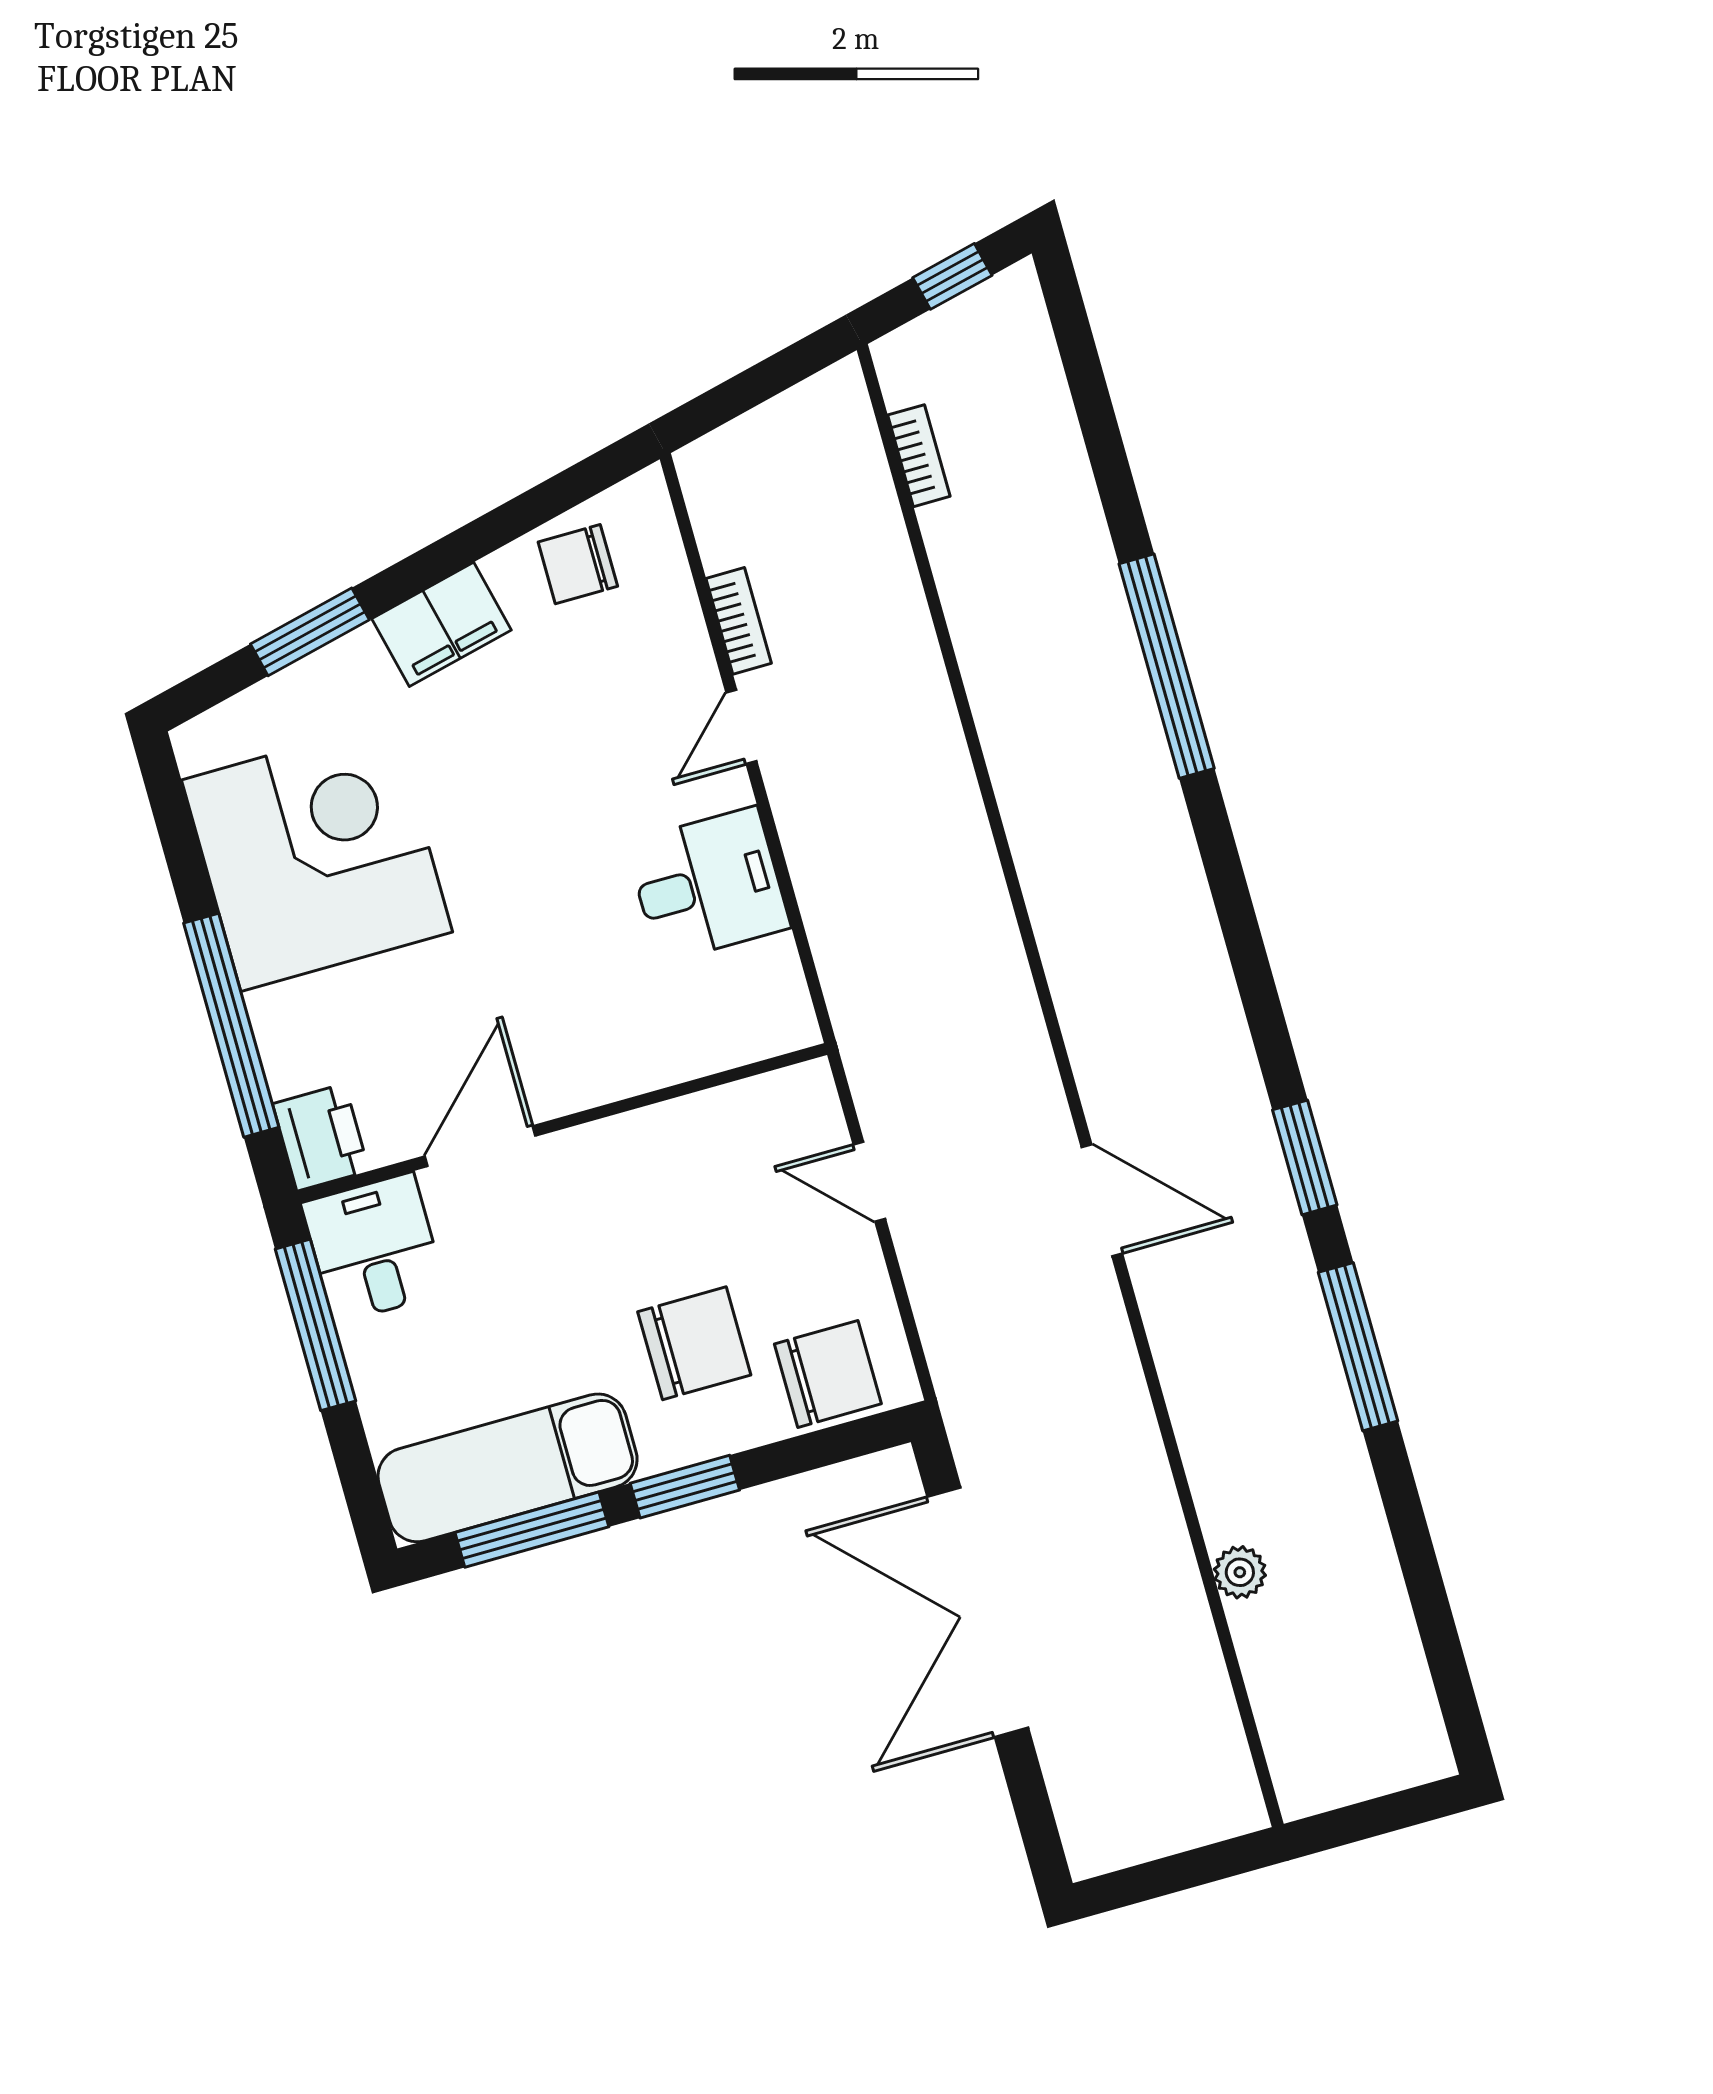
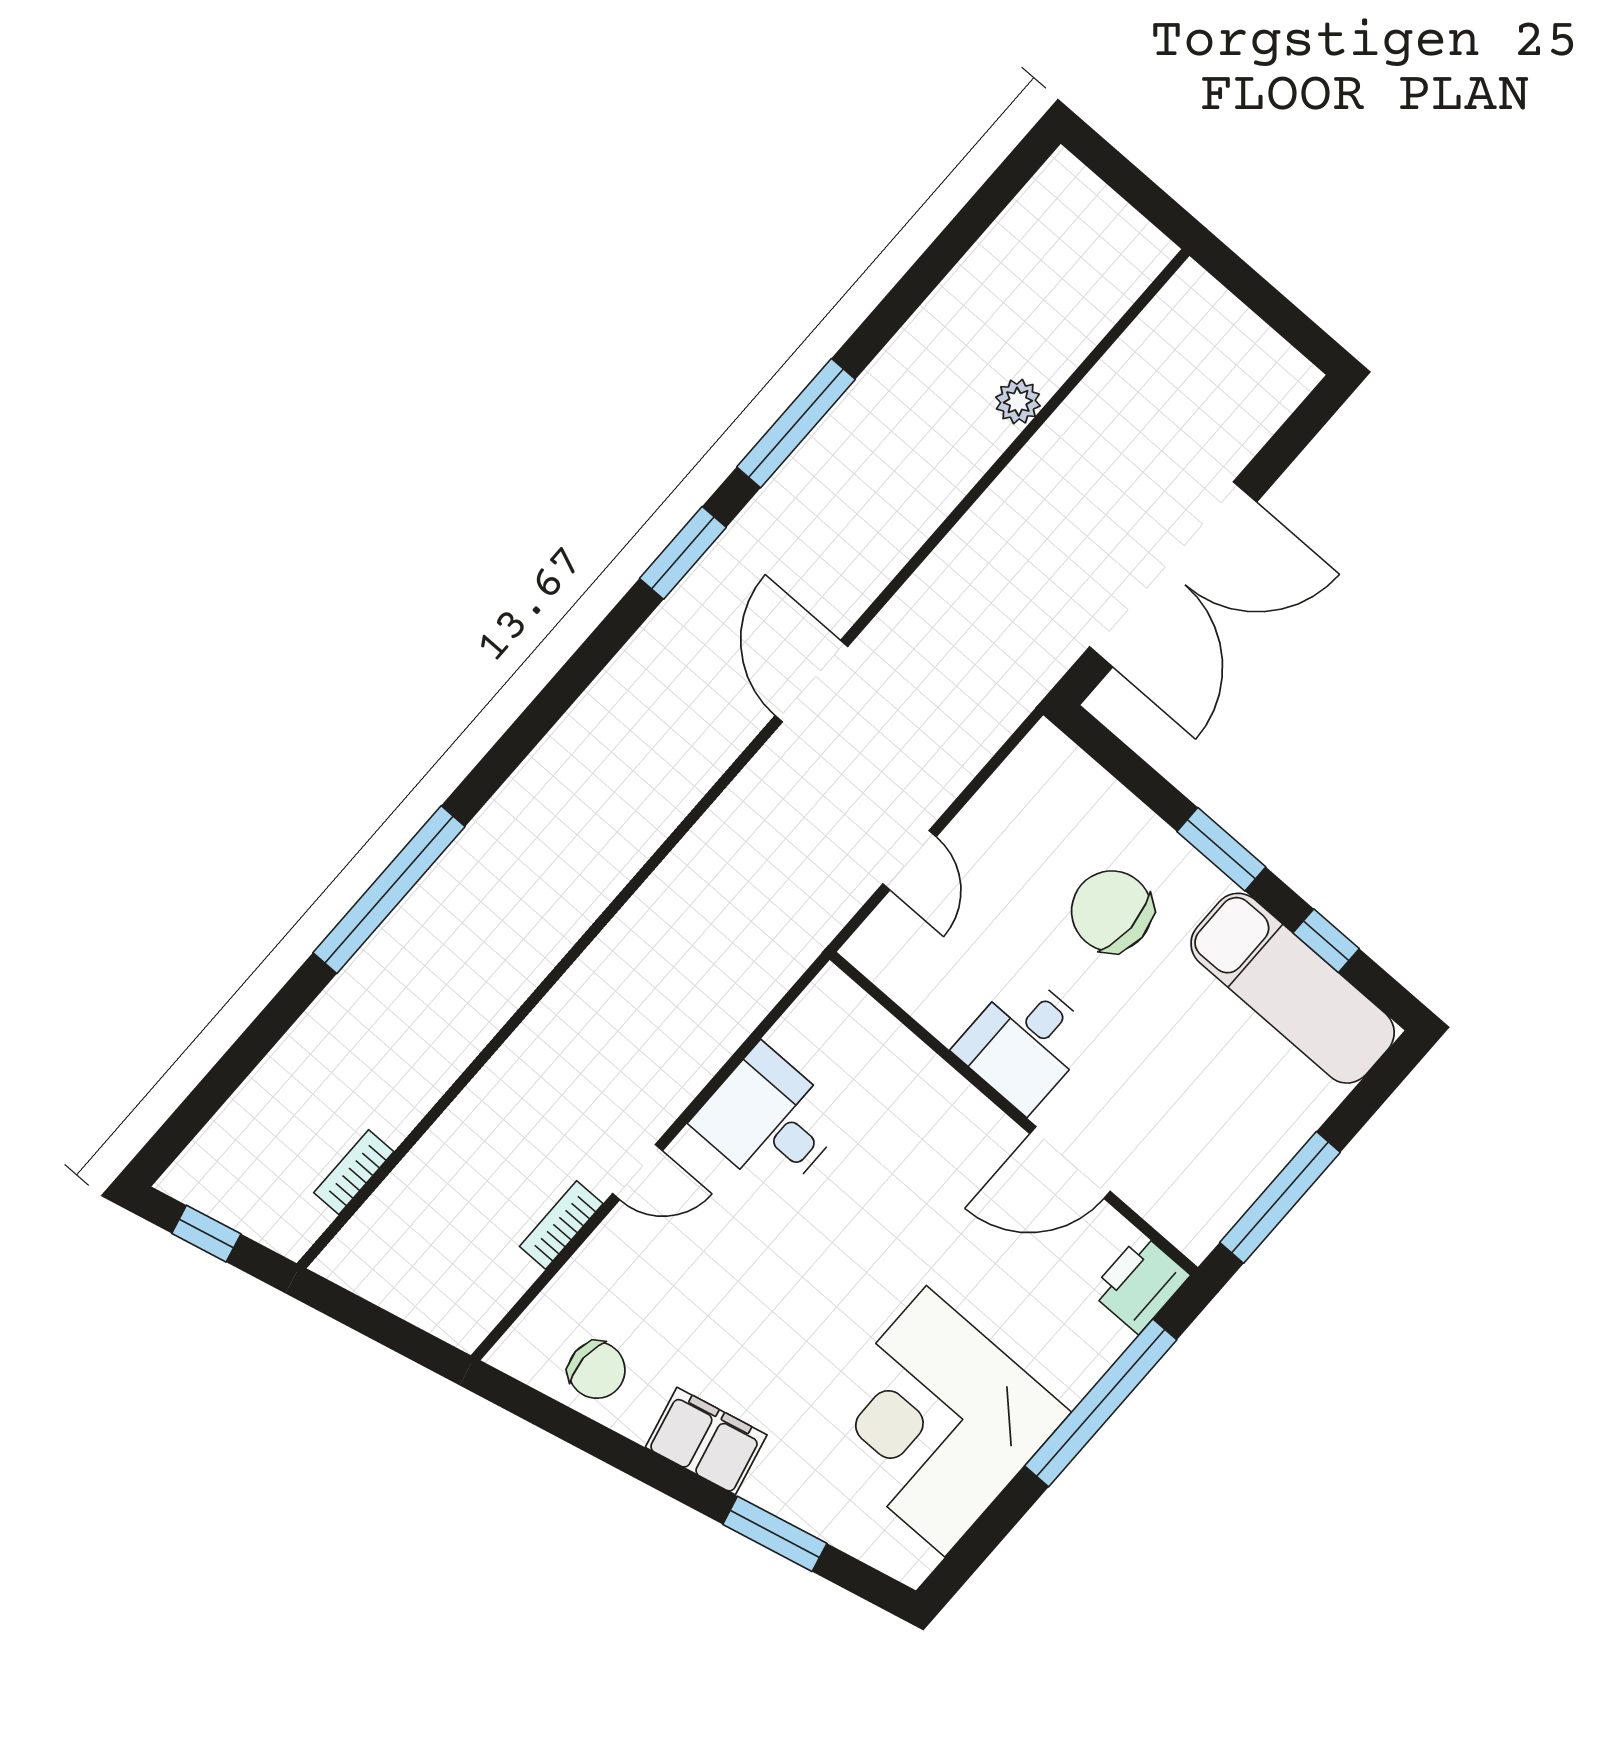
desk: (374, 1248) -> (1025, 1042), moved
chair: (828, 1374) -> (1070, 798), removed
window: (532, 1530) -> (1326, 941), width x0.46

